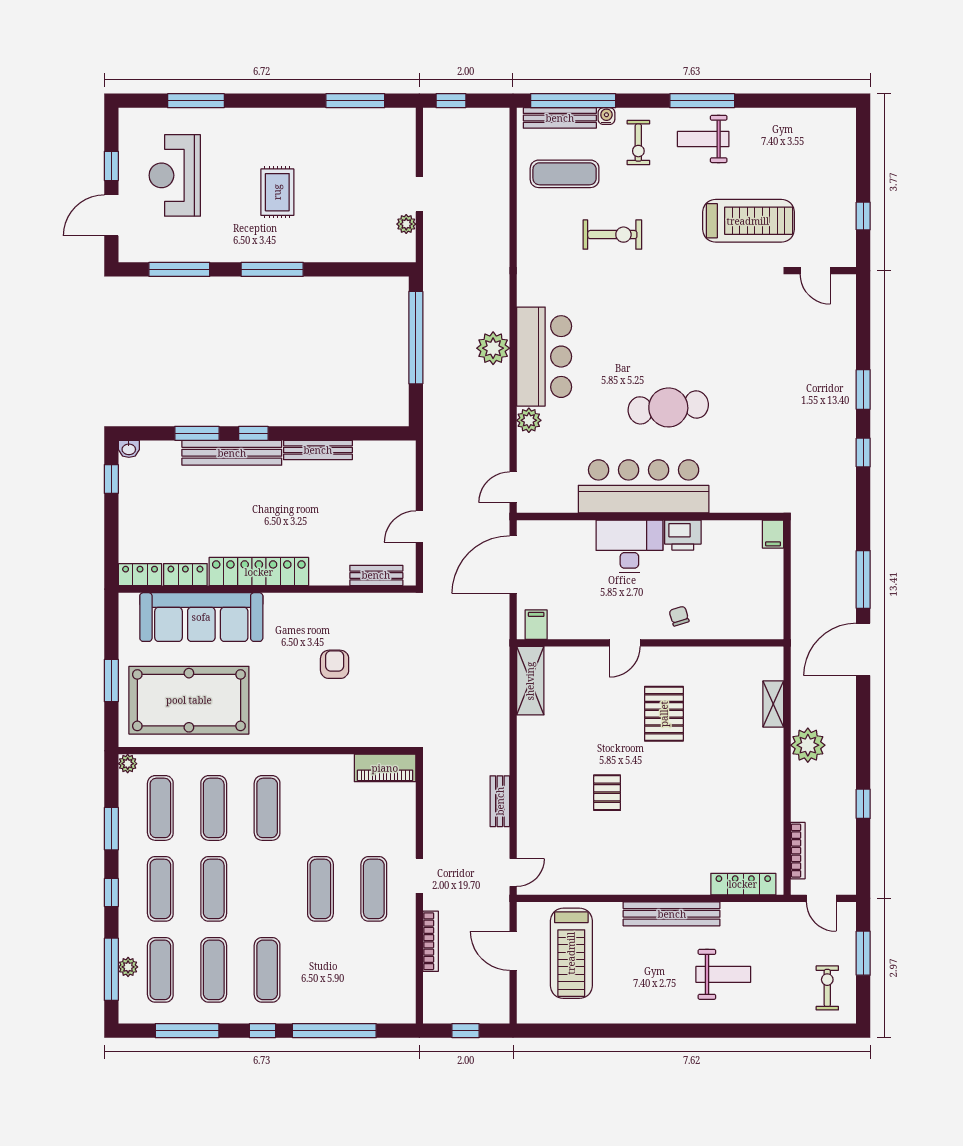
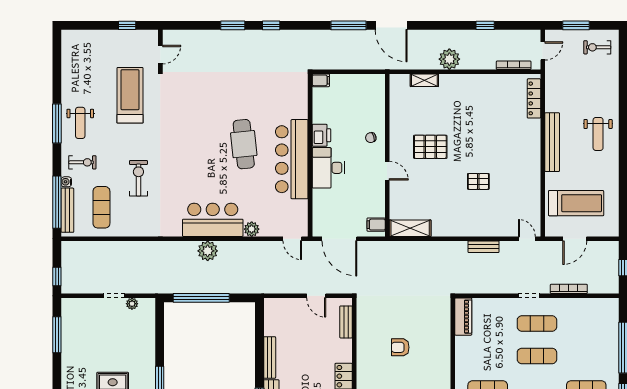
weight bench: (723, 974) -> (598, 134), moved, turned 180

